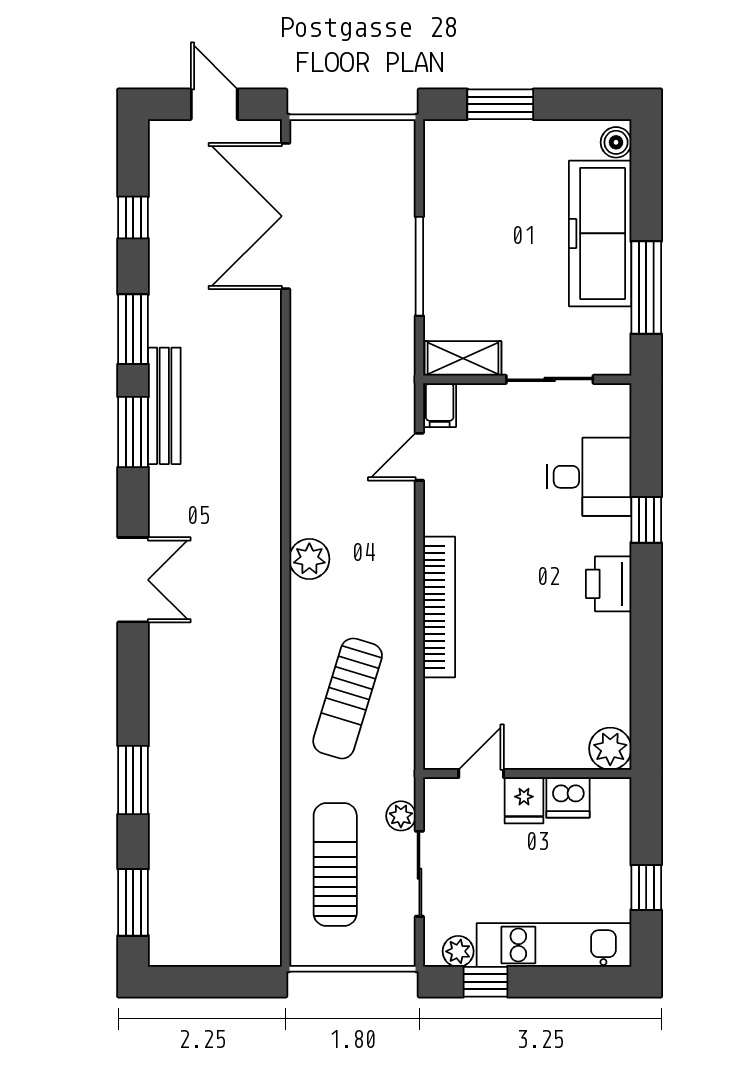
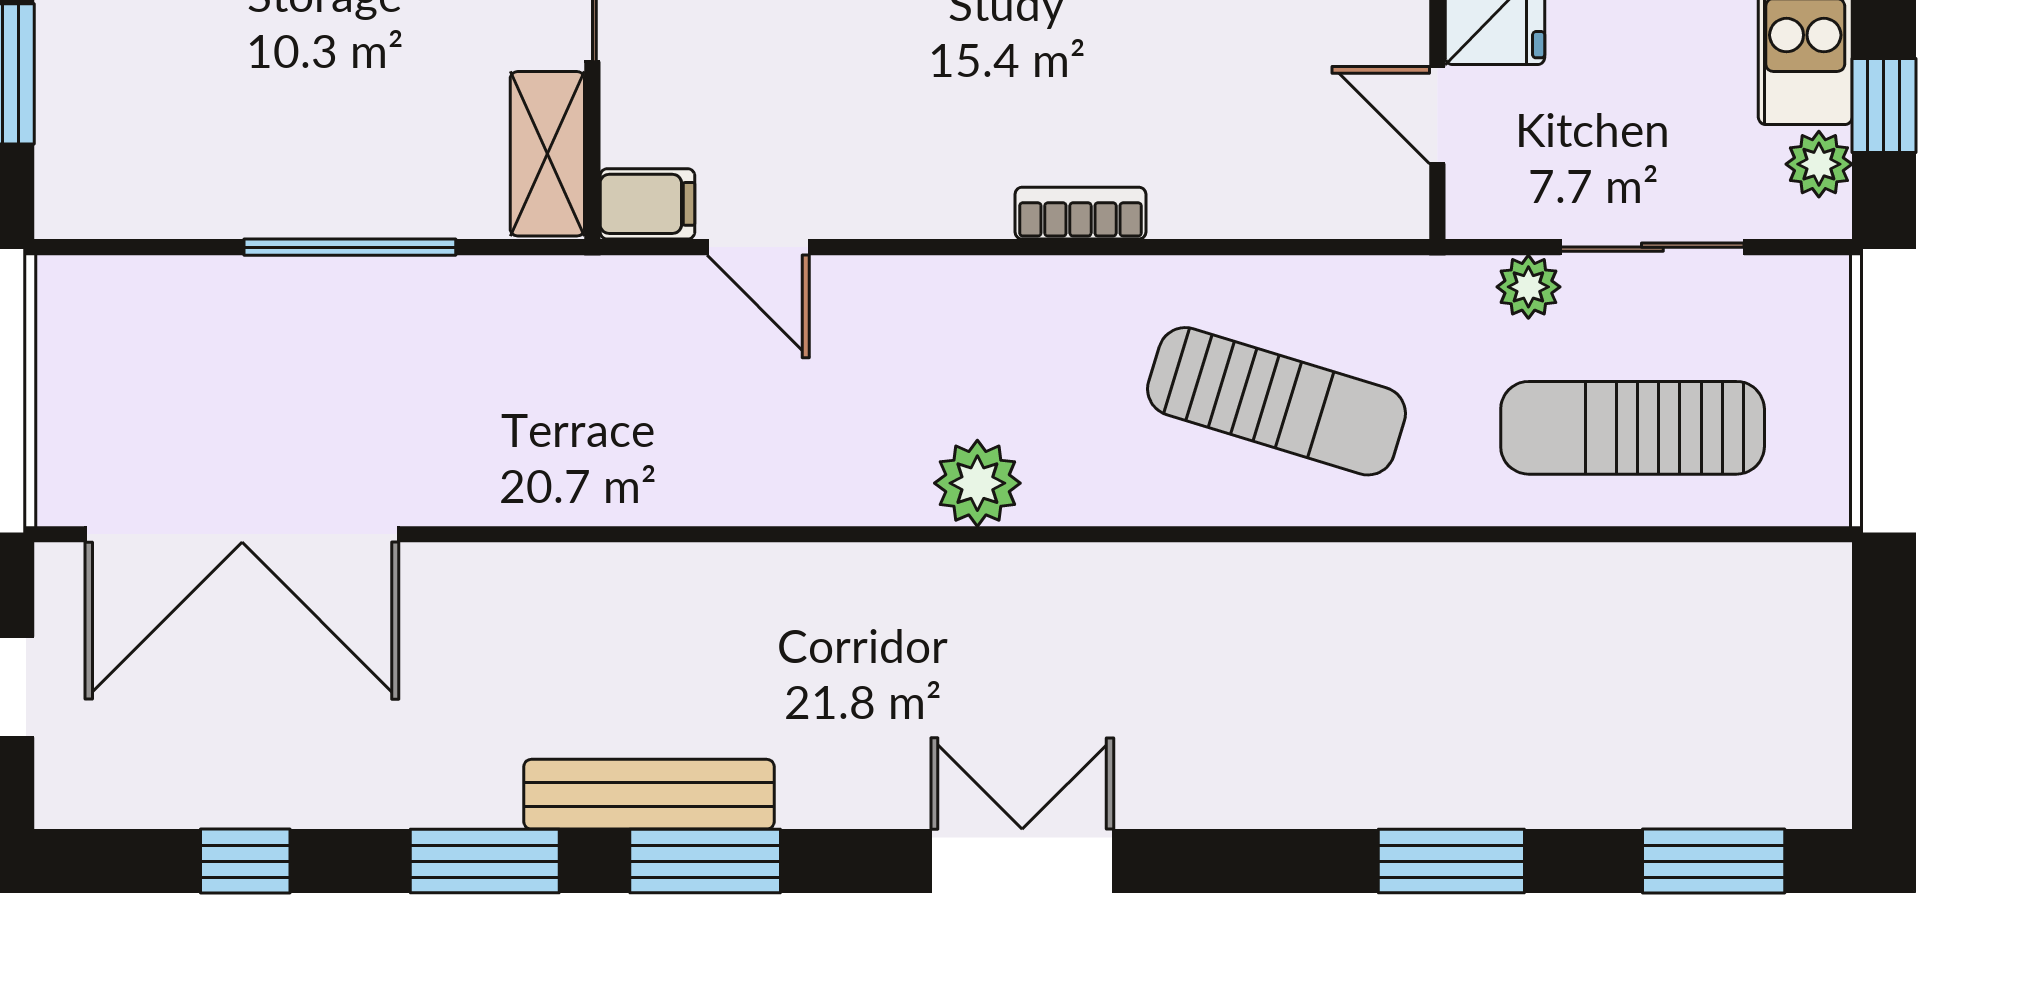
bookcase: (439, 607) -> (1080, 213), width x0.43, depth x0.76

